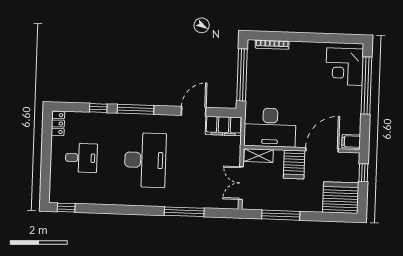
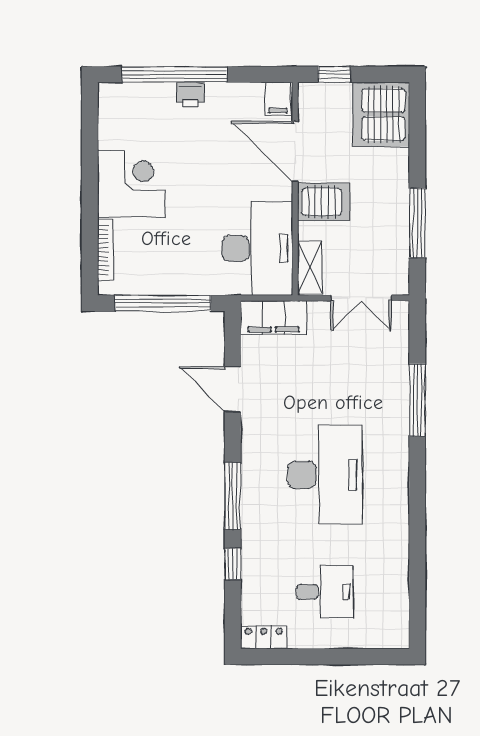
corner desk: (344, 67) -> (131, 184), moved, turned -90
printer: (355, 94) -> (191, 95), added
filing cabinet: (224, 126) -> (273, 318), moved, turned 90
desk: (81, 158) -> (325, 592), turned 90
desk: (145, 160) -> (325, 475), turned 90
window: (66, 208) -> (417, 617), removed

